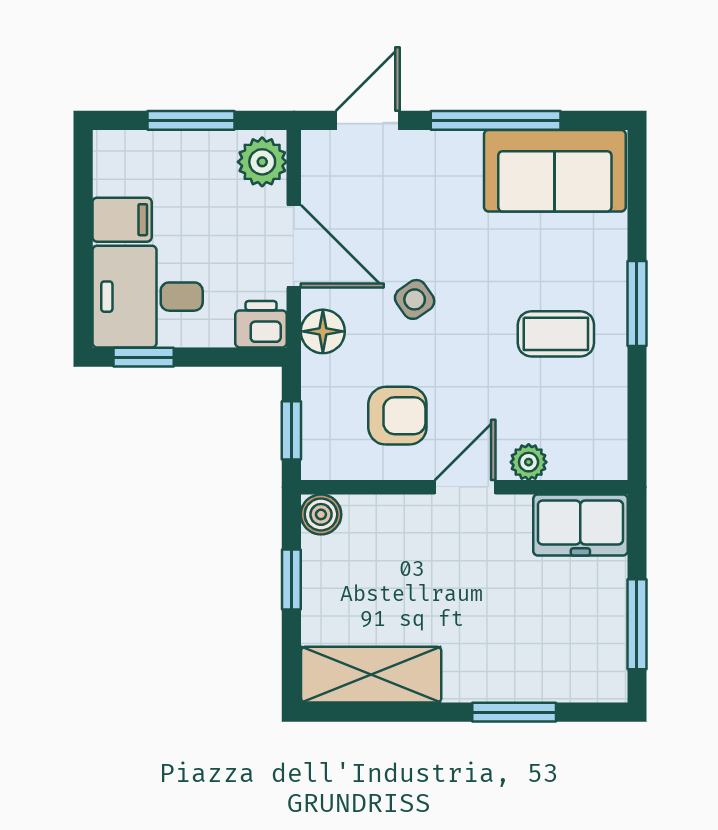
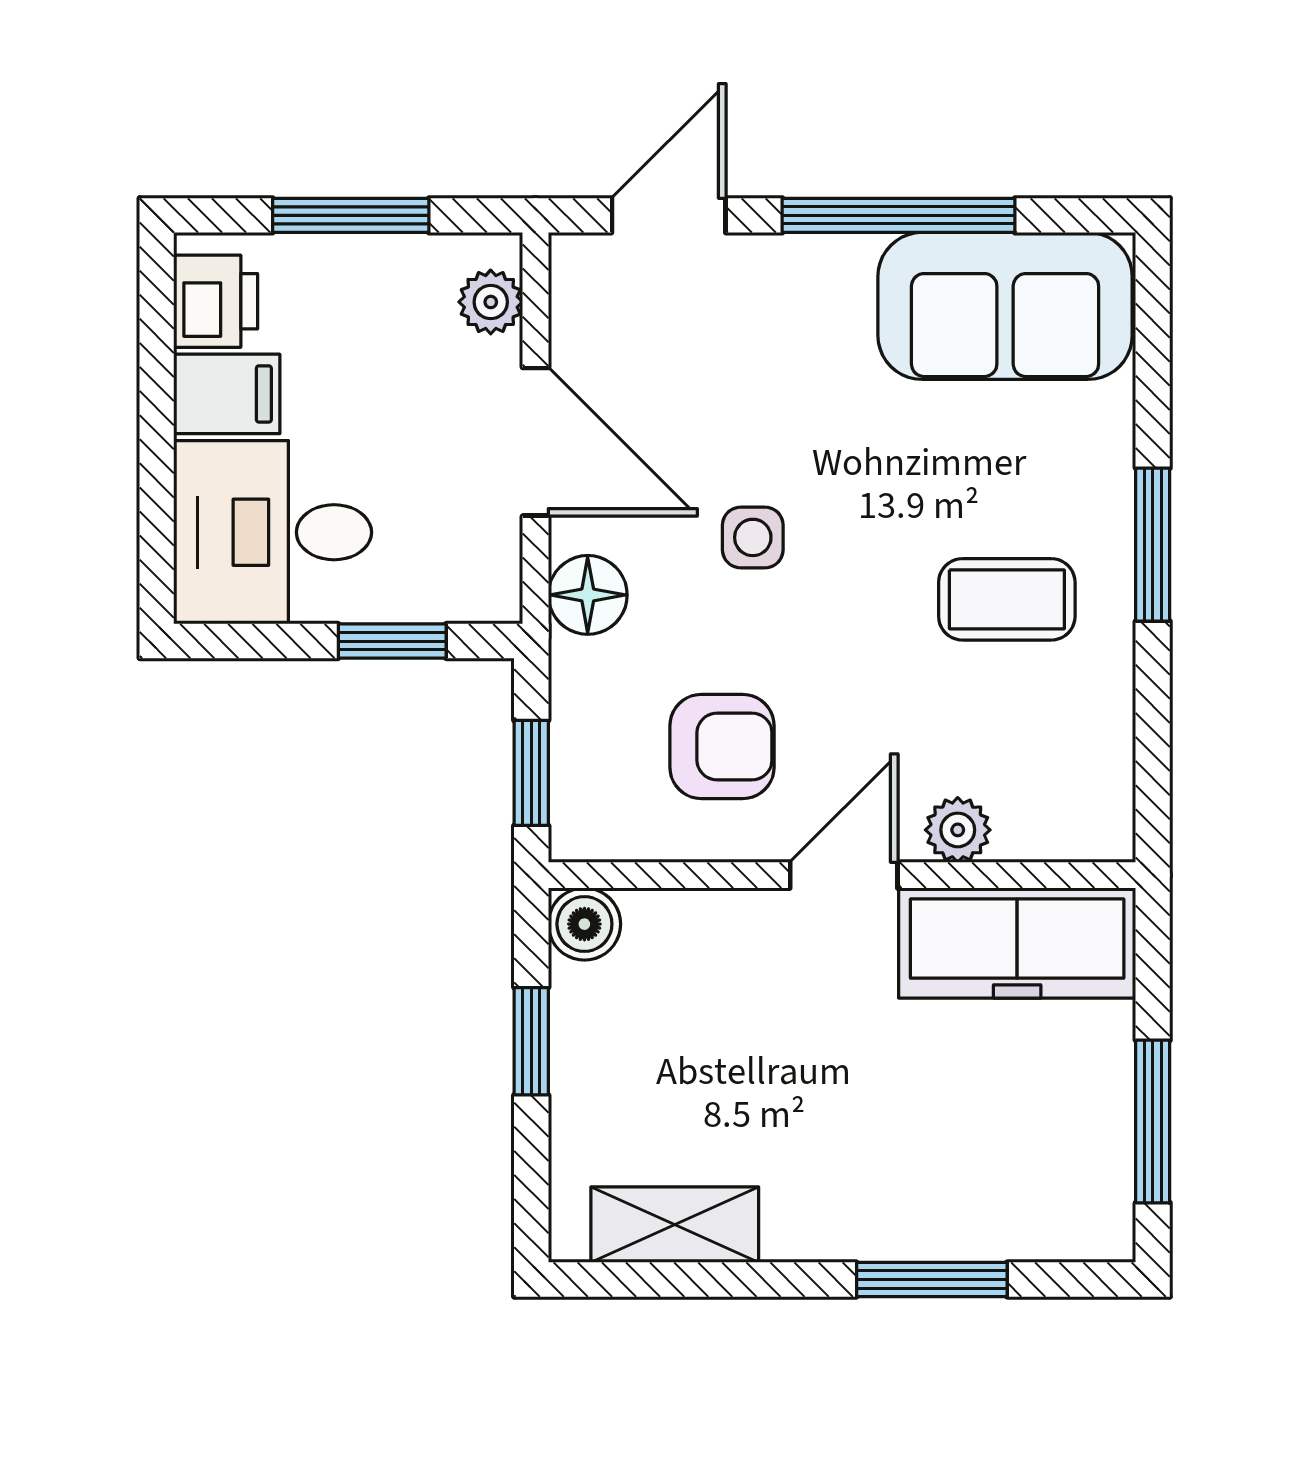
plant: (262, 162) -> (491, 302), width x0.73, depth x0.73
side table: (415, 299) -> (753, 537), turned 35
printer: (261, 324) -> (216, 301), moved, turned 90
window: (144, 357) -> (392, 641), moved
freezer: (580, 525) -> (1017, 943), width x1.40
shelving: (371, 675) -> (675, 1225), width x0.67, depth x0.75

